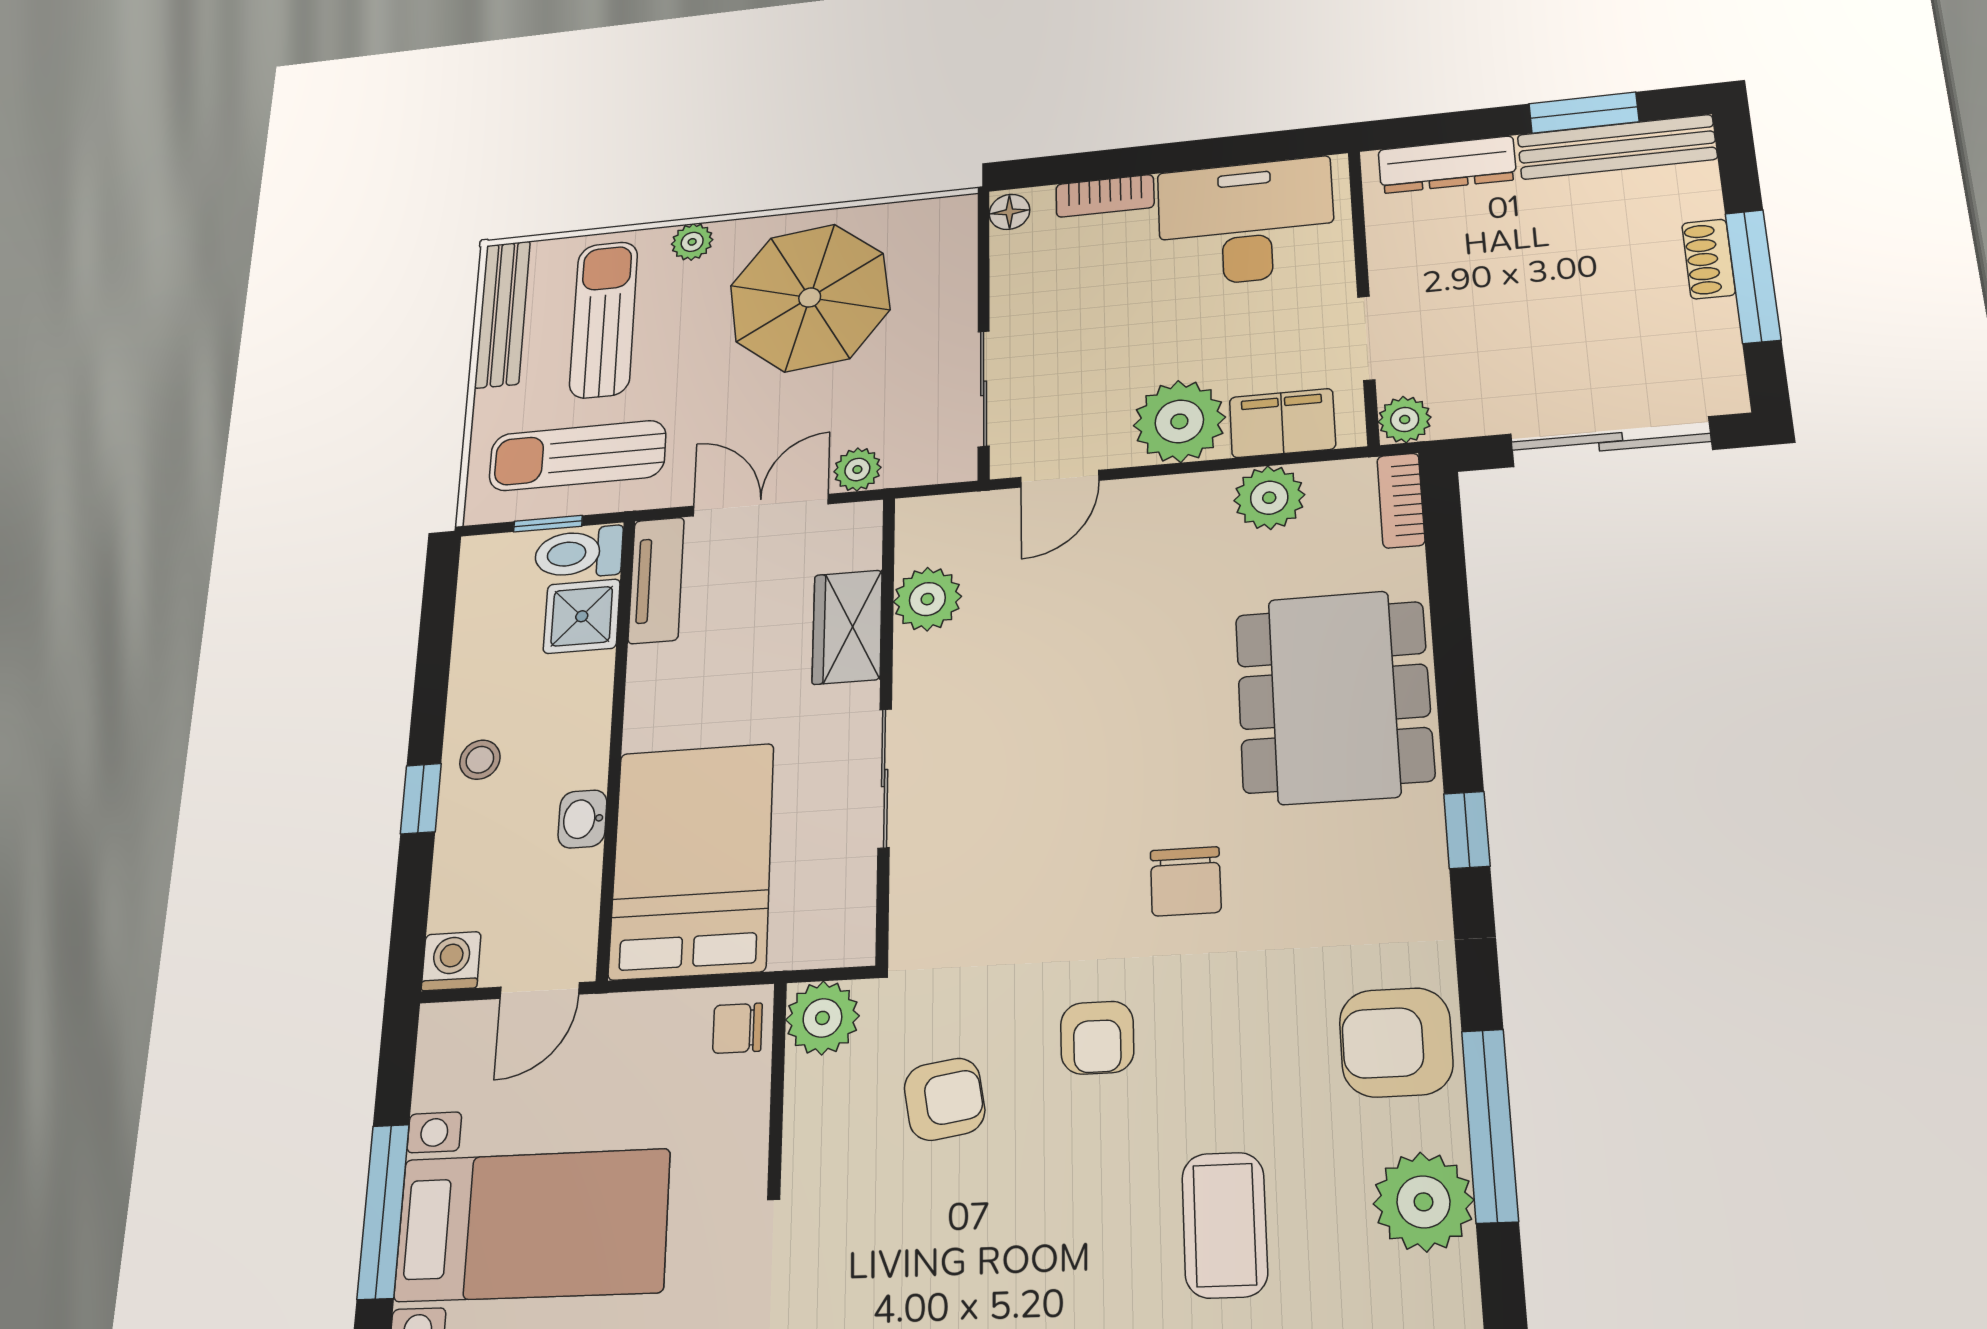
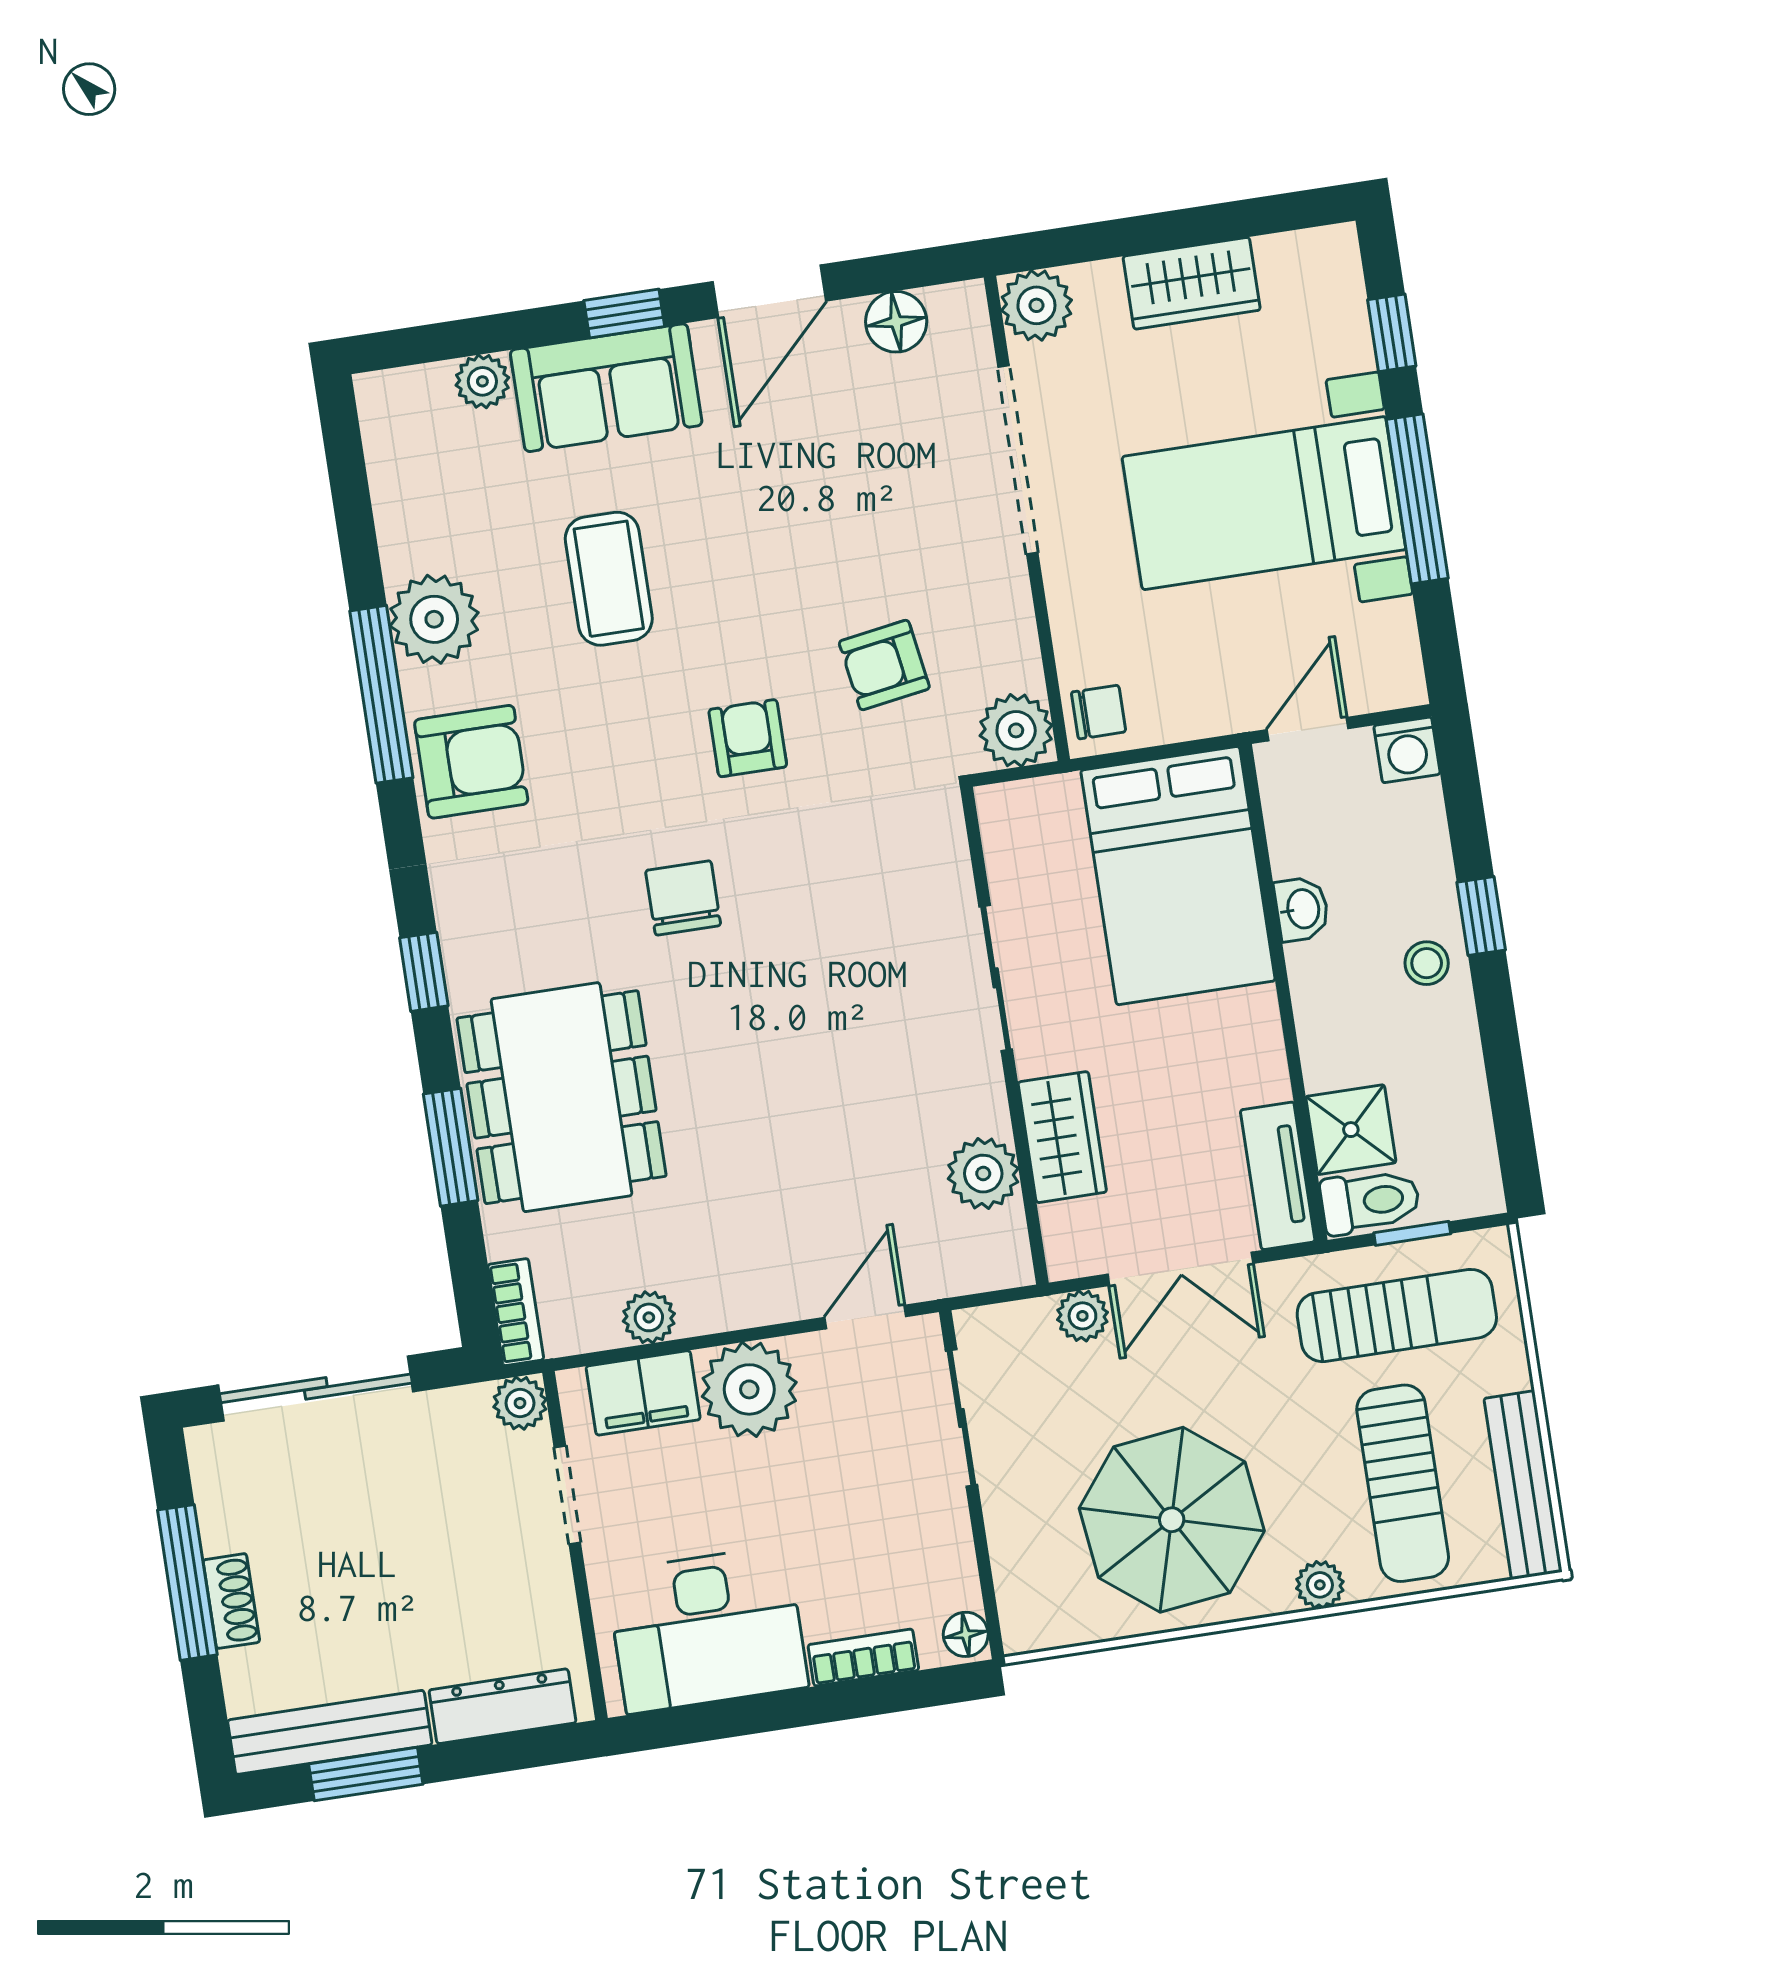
plant: (1269, 498) -> (649, 1317), width x0.73, depth x0.73
window: (1453, 657) -> (451, 1147), added

